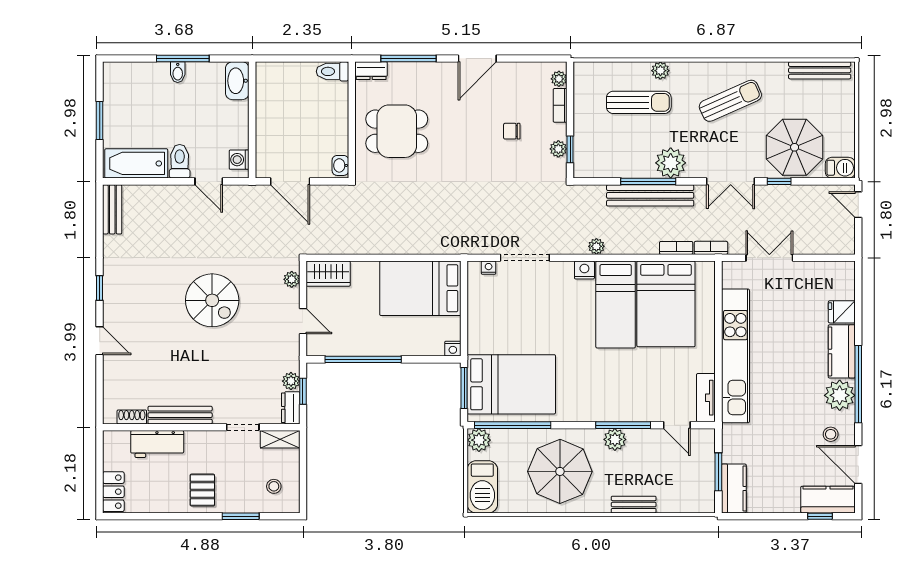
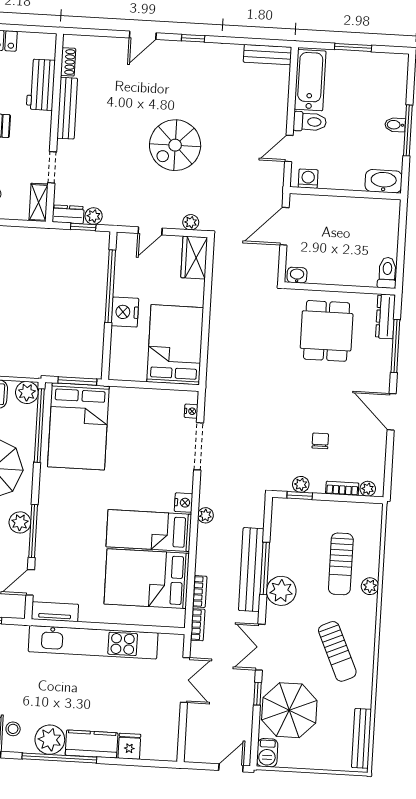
dresser: (371, 71) -> (385, 316), width x1.44
nightstand: (453, 349) -> (125, 312), moved, width x1.89, depth x1.79

